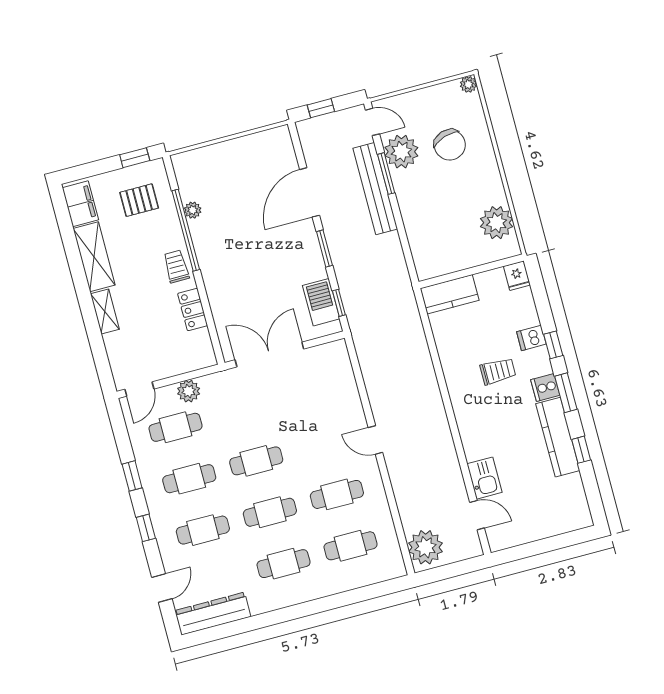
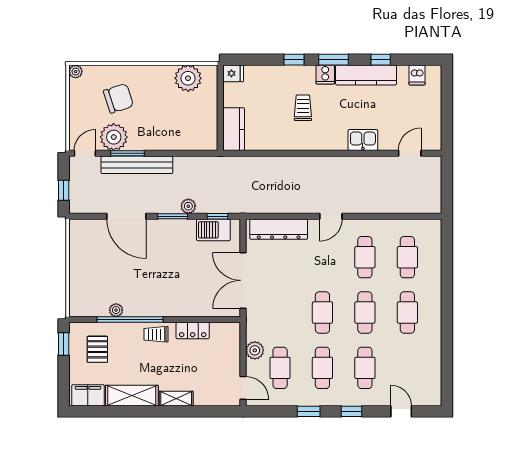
dishwasher: (531, 338) -> (417, 75), moved
kitchen sink: (484, 478) -> (363, 140), moved
plant: (425, 547) -> (188, 206), moved, width x0.53, depth x0.53
dresser: (213, 614) -> (279, 229), moved, turned -90

